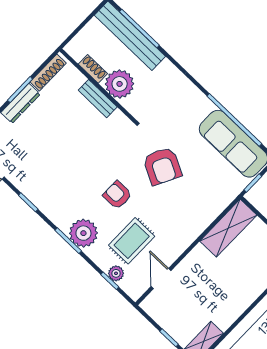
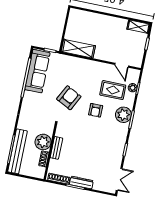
door: (161, 278) -> (122, 65), hinge flipped

